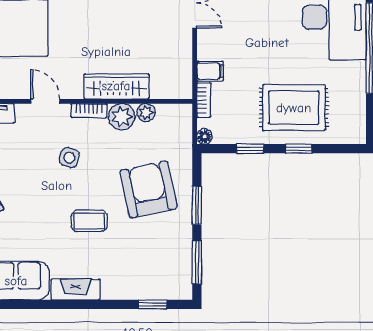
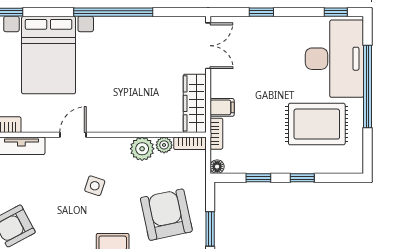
wardrobe: (116, 86) -> (195, 103), moved, turned -90
door: (45, 101) -> (73, 135), hinge flipped
rug: (294, 108) -> (317, 124), moved
bookcase: (89, 111) -> (190, 143), moved

